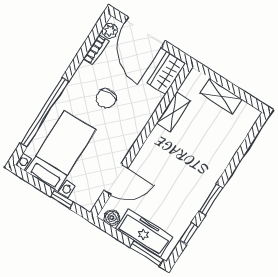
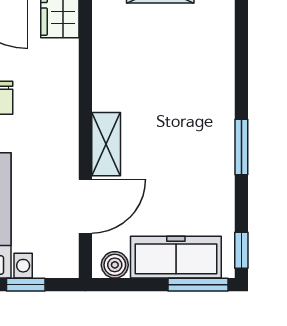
shelving: (174, 112) -> (106, 144), moved
window: (189, 234) -> (241, 250), moved

